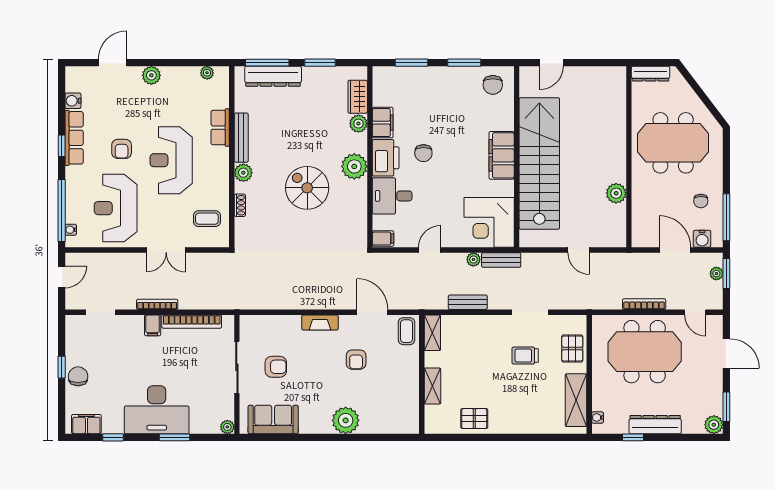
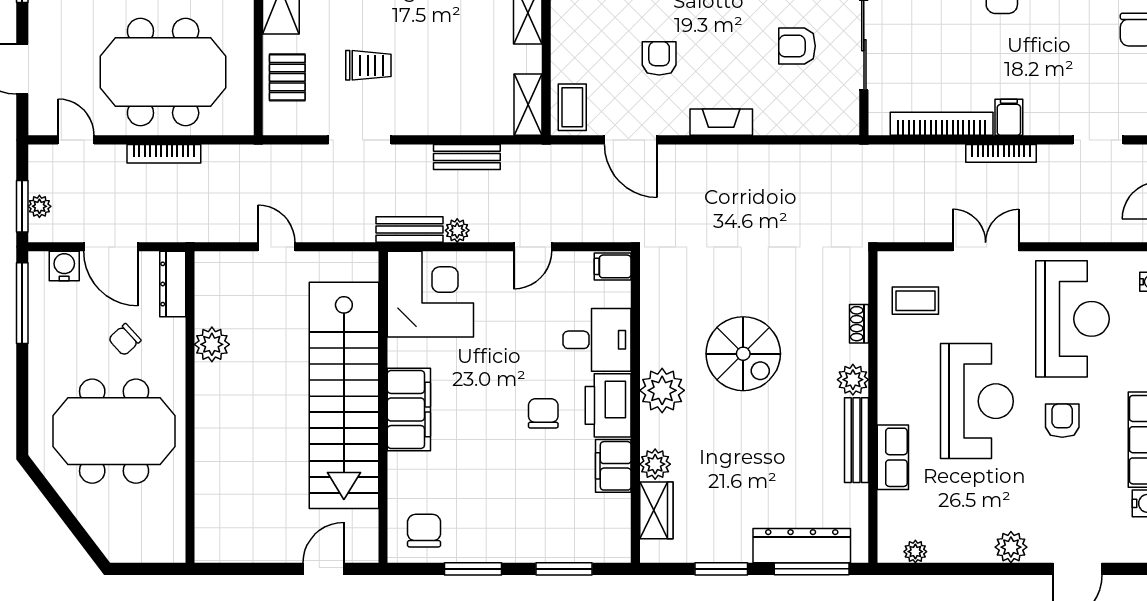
dresser: (651, 74) -> (173, 284), moved, turned -90
chair: (701, 201) -> (125, 340), moved, turned -132

